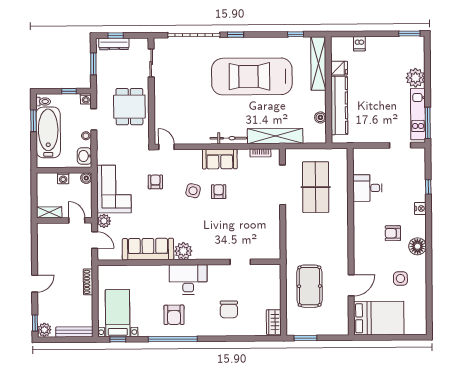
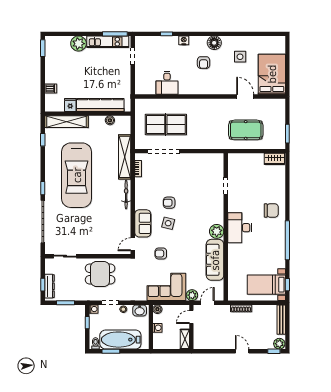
sofa: (220, 159) -> (143, 223), moved
chair: (229, 309) -> (271, 210), moved
armchair: (174, 315) -> (268, 239), removed

